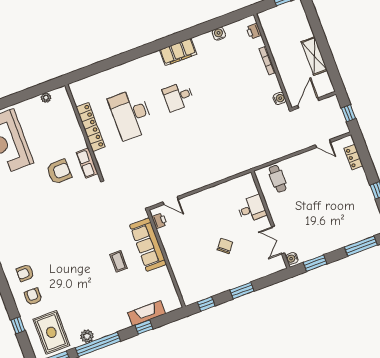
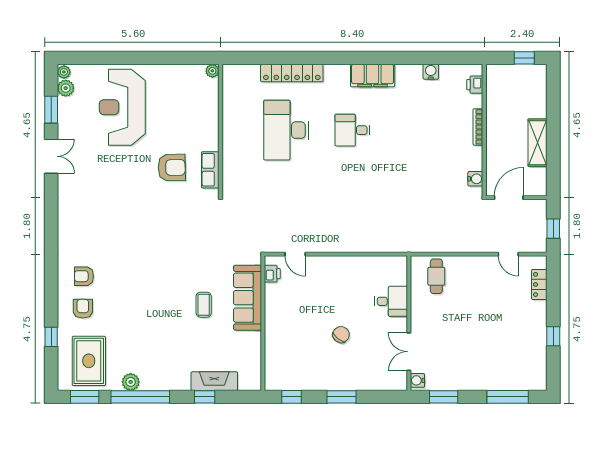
plant: (46, 98) -> (212, 71), moved
locker: (91, 127) -> (292, 73), moved, turned 90

